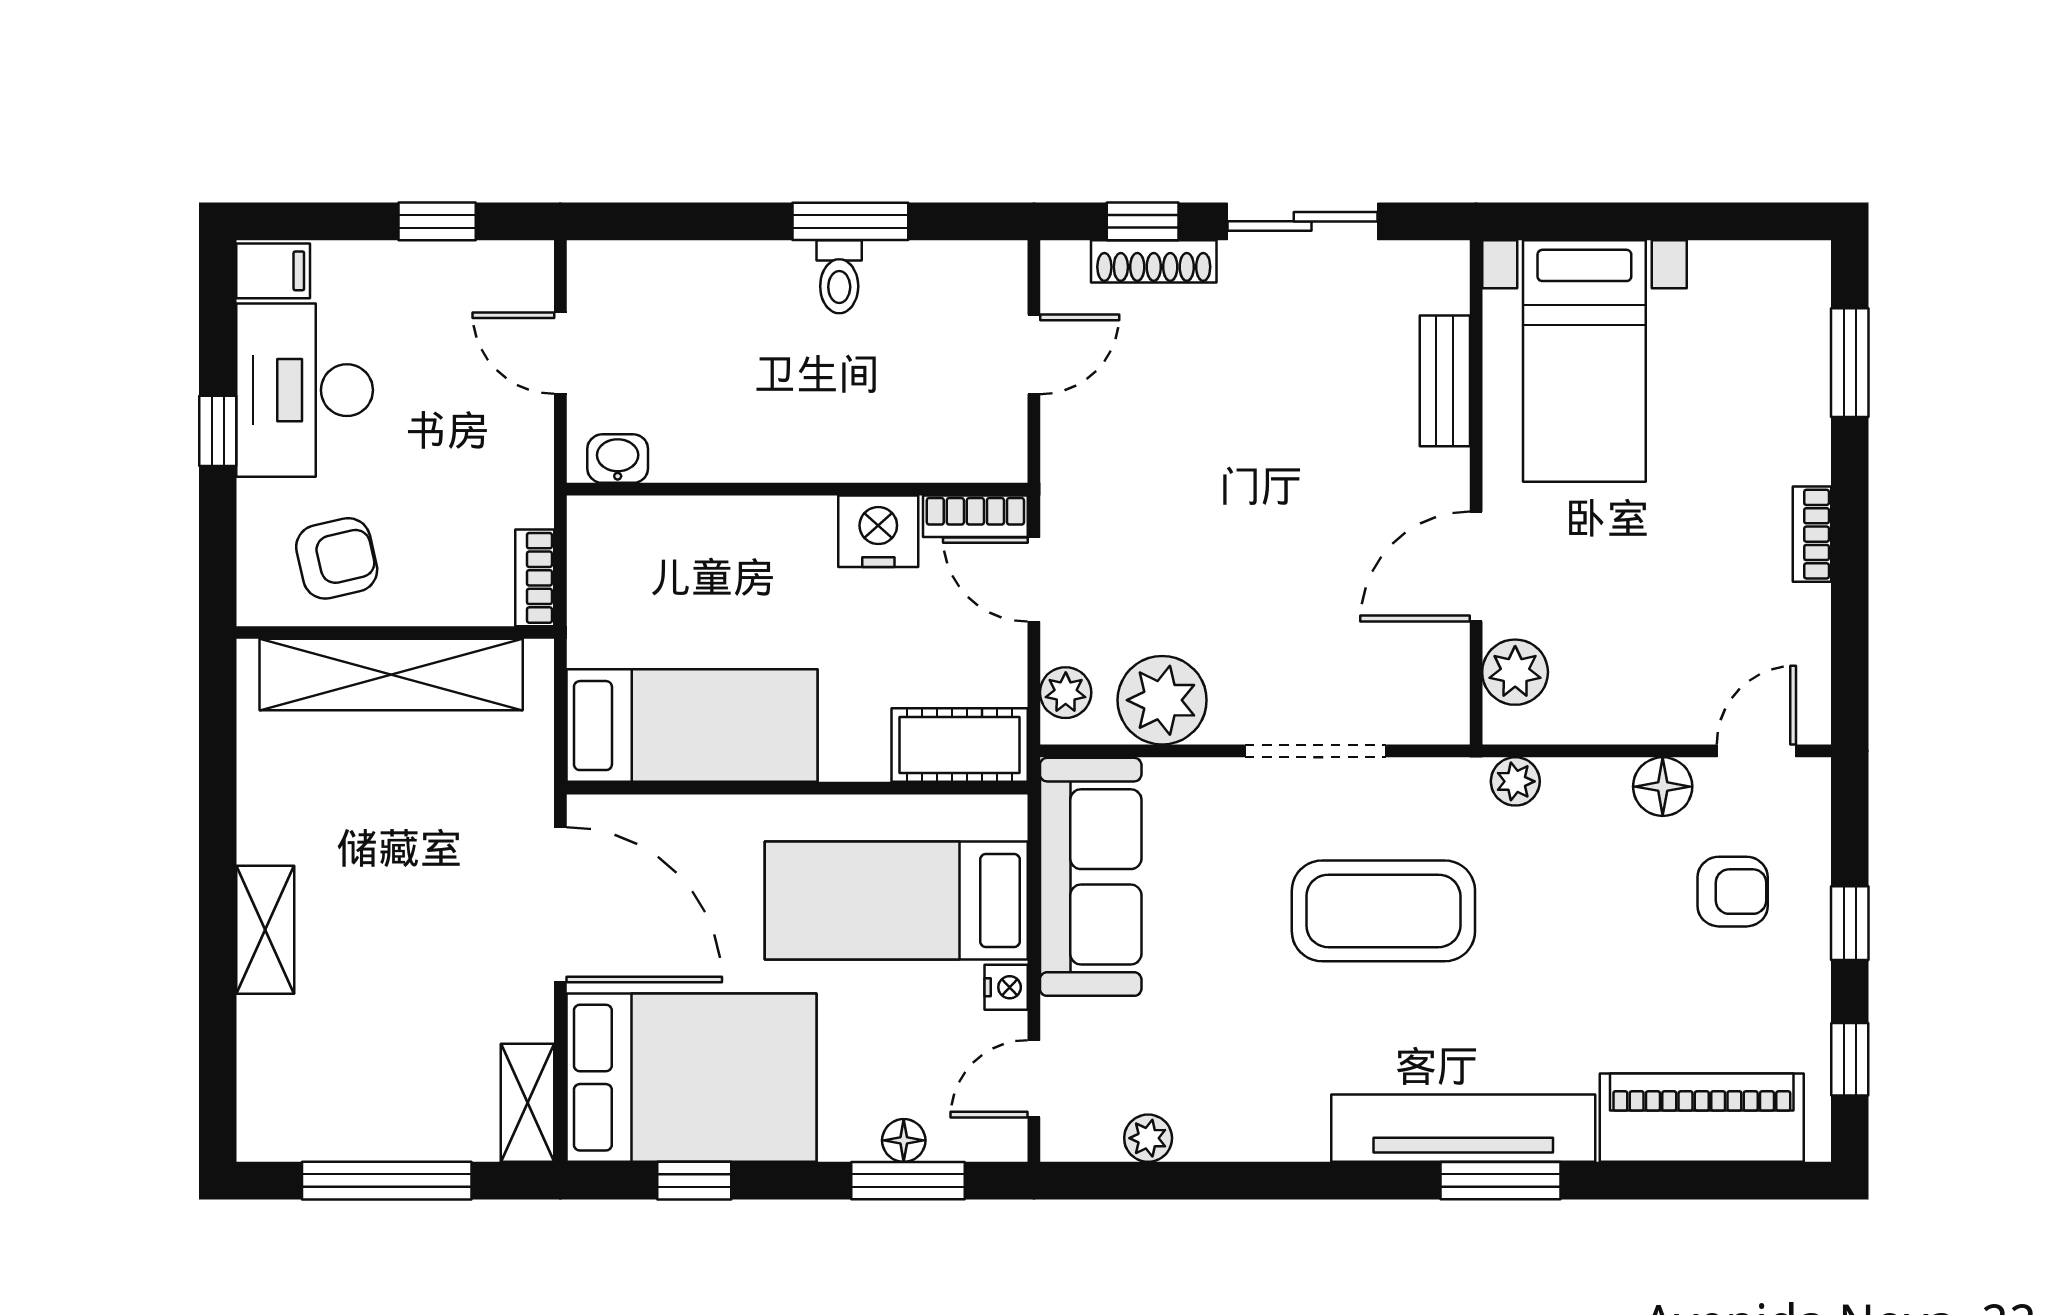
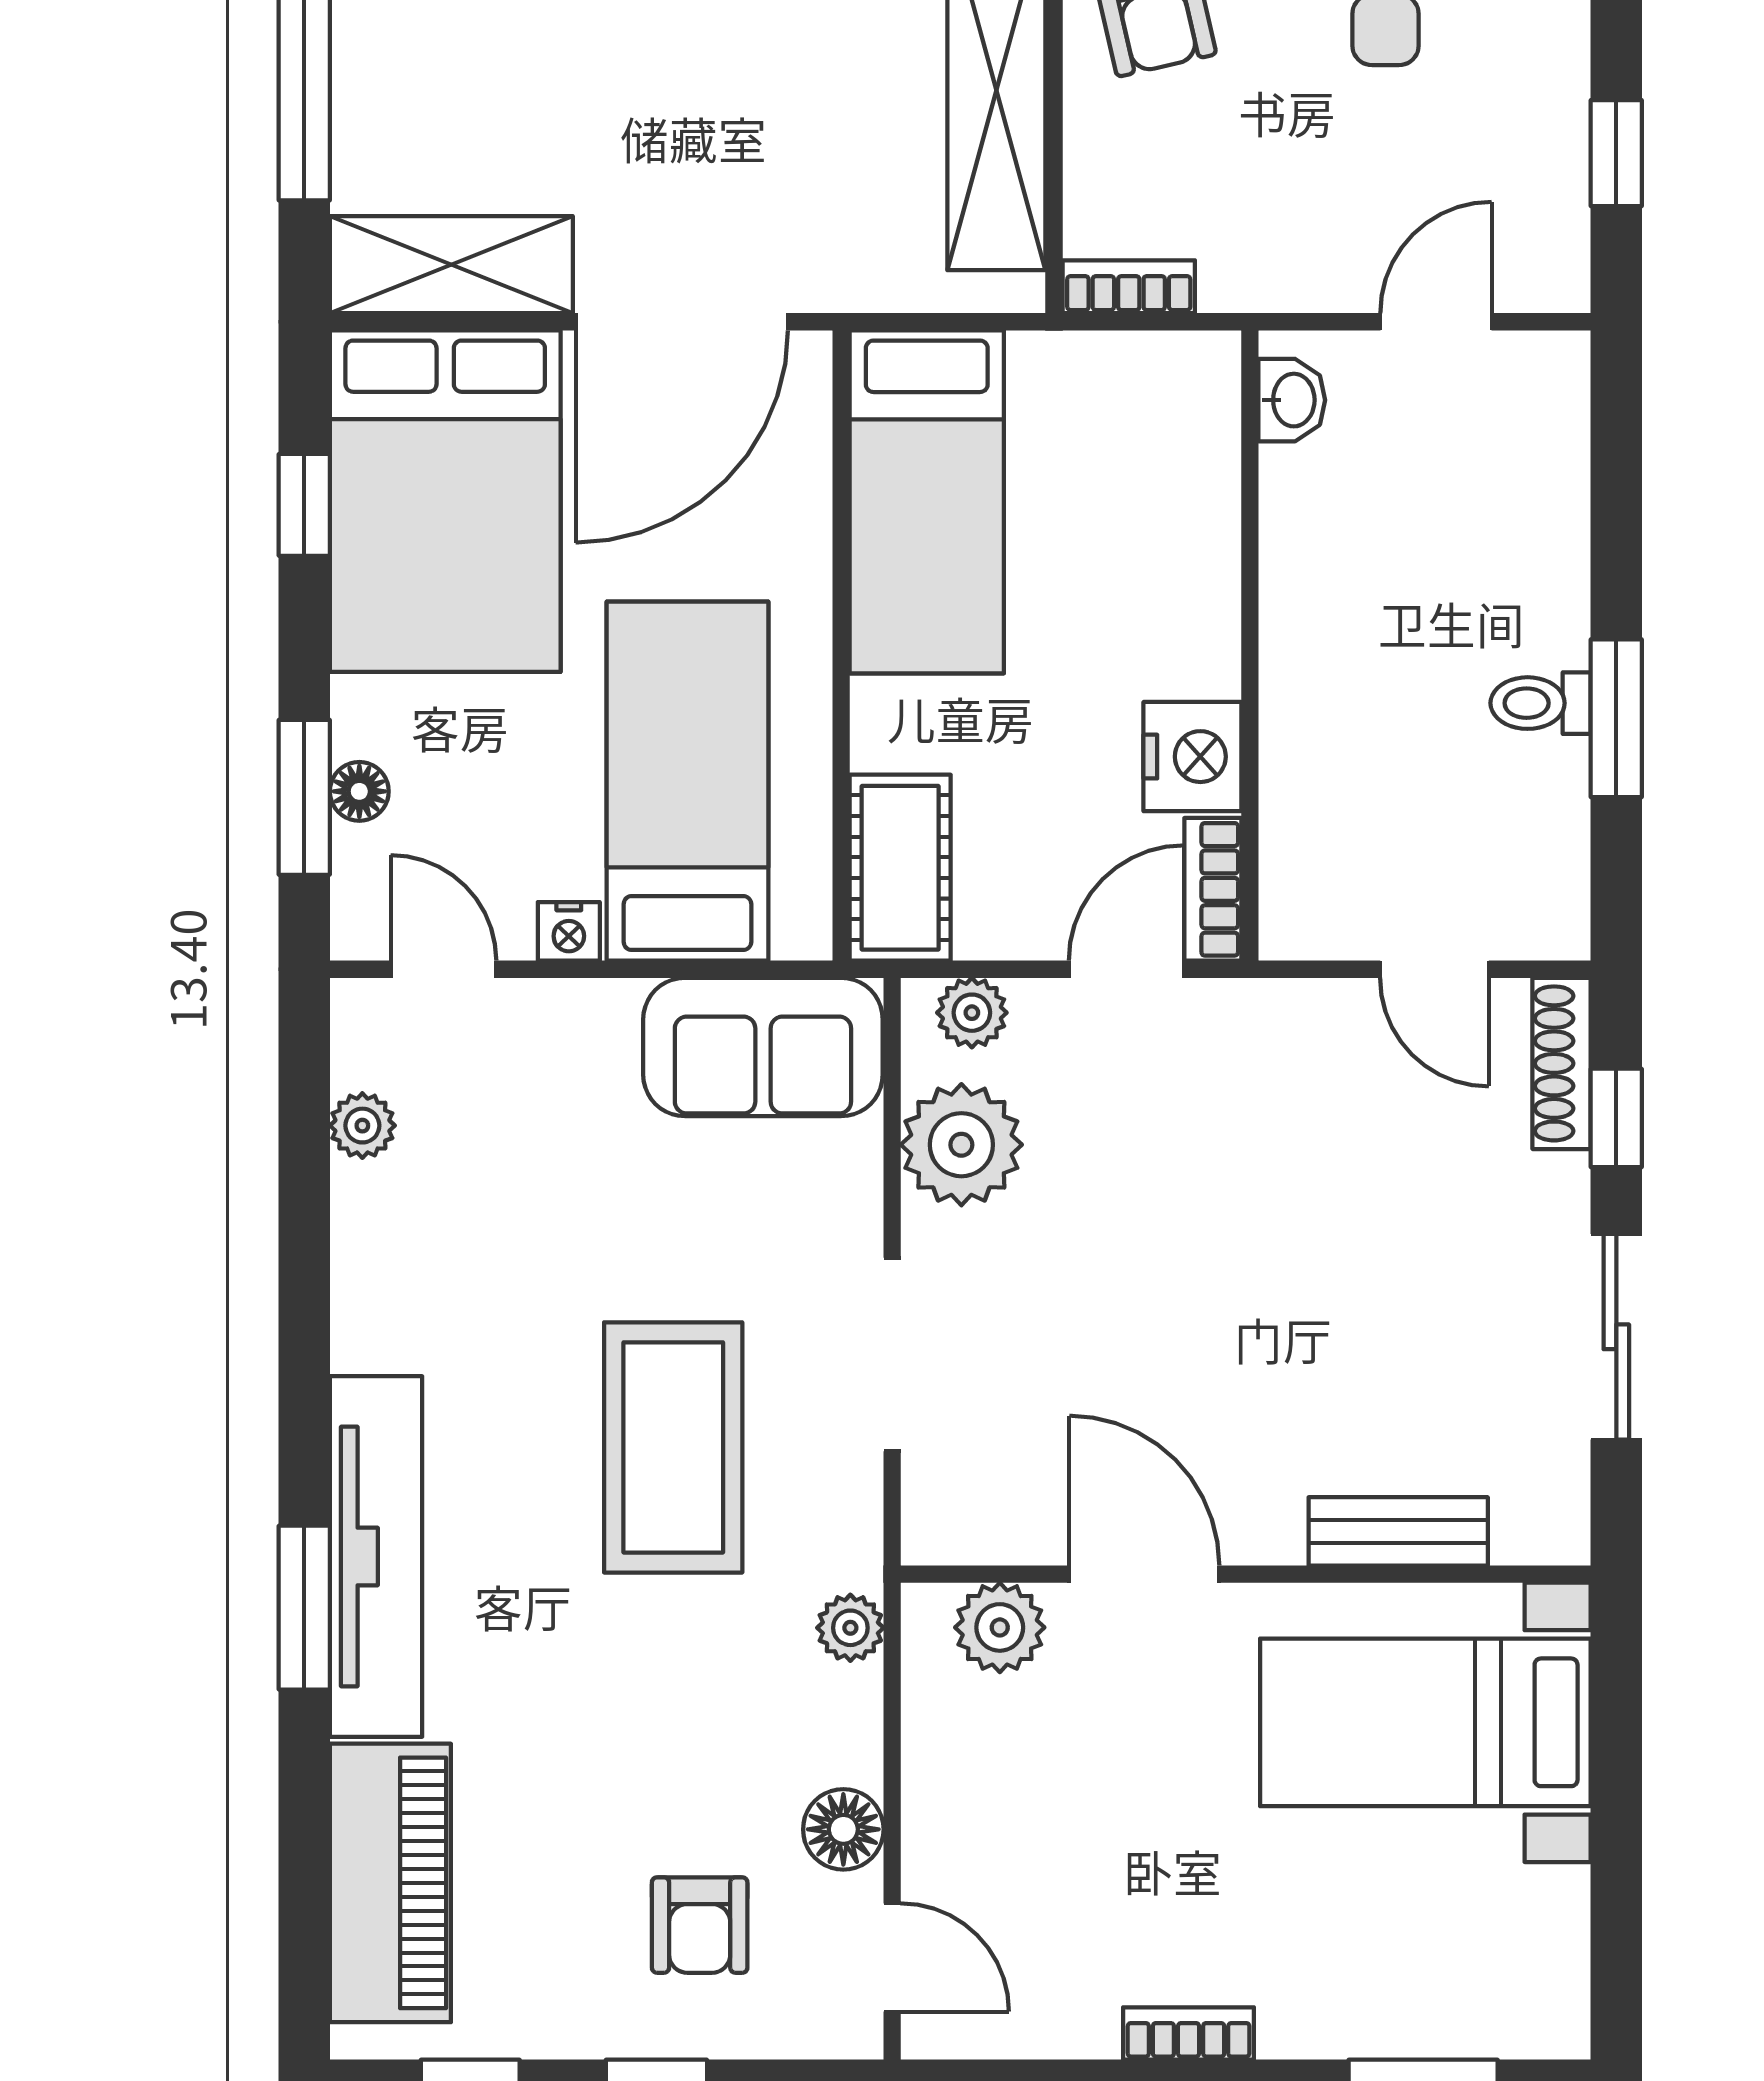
shoe rack: (1154, 261) -> (1562, 1063), moved
sofa: (1091, 877) -> (763, 1047), width x0.73
shelving: (528, 1103) -> (451, 265), width x1.50, depth x1.33

